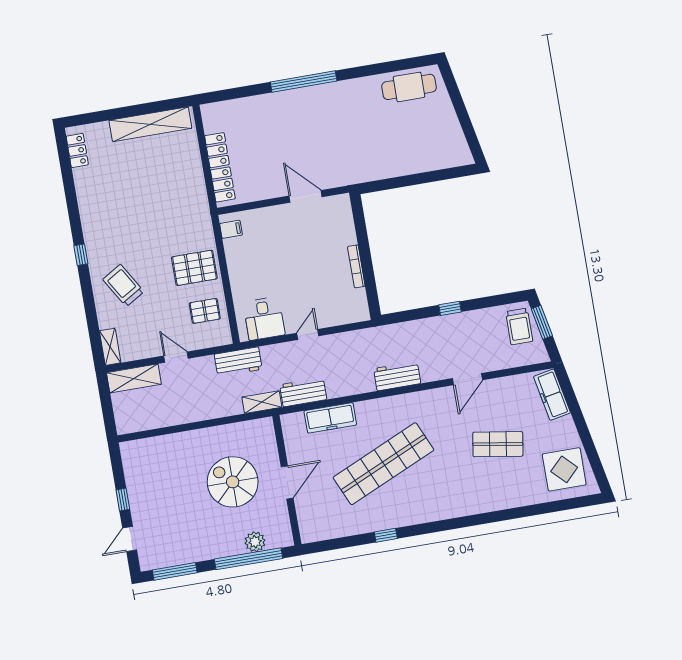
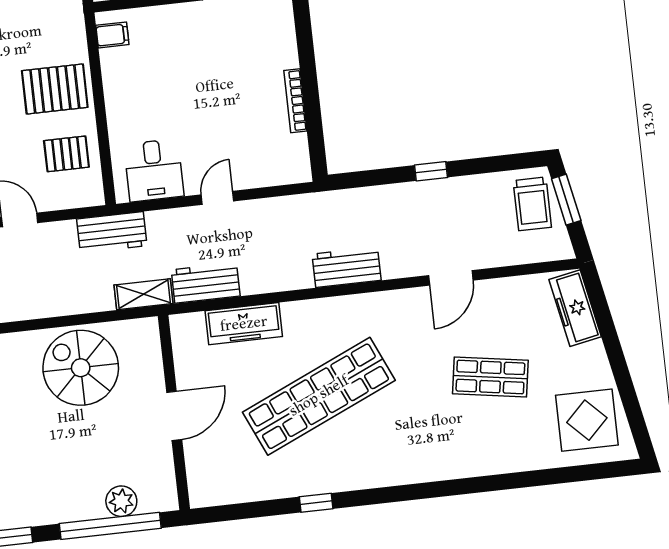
spiral stairs: (233, 482) -> (81, 368), moved

